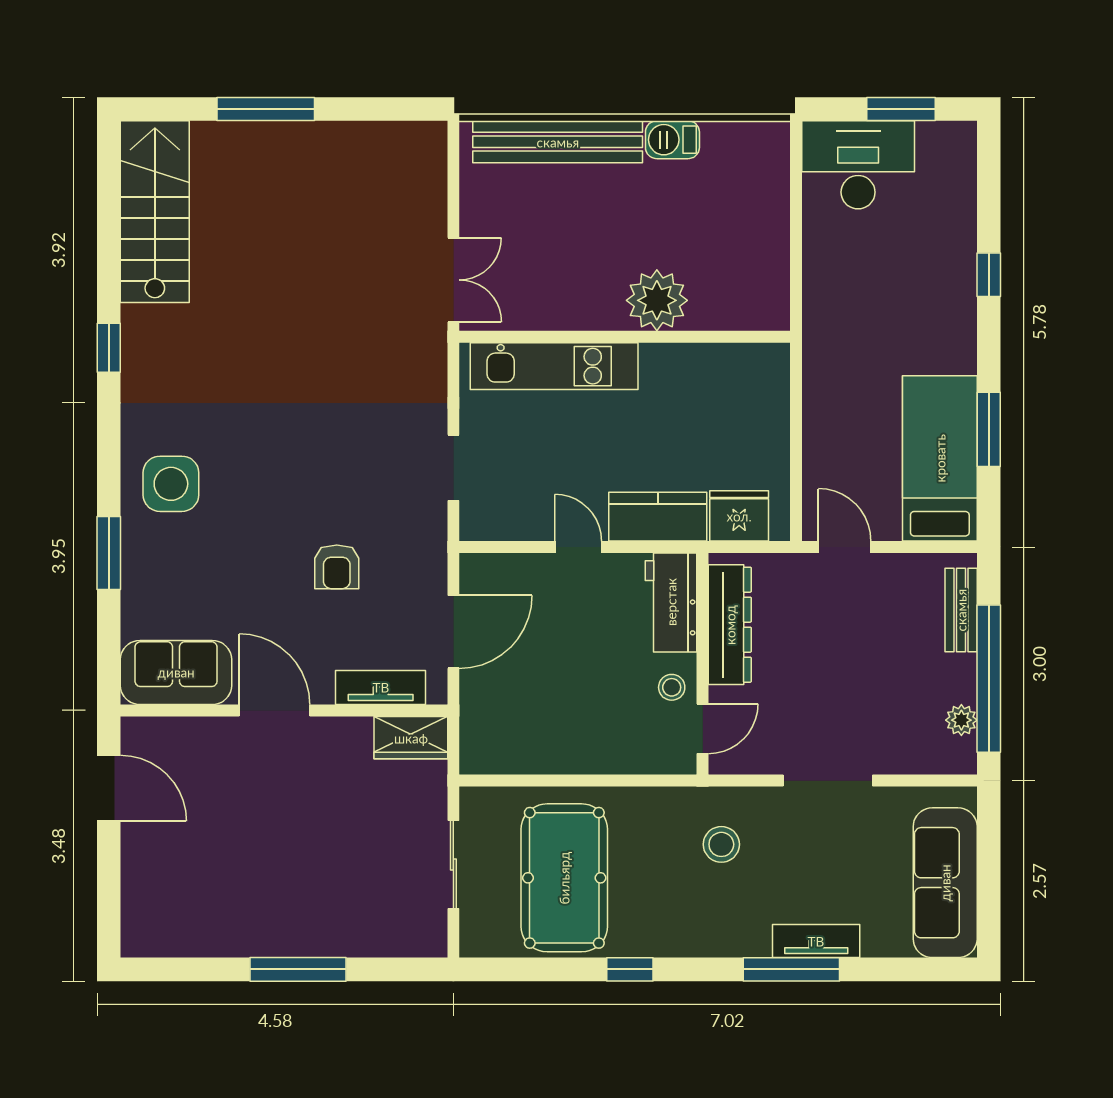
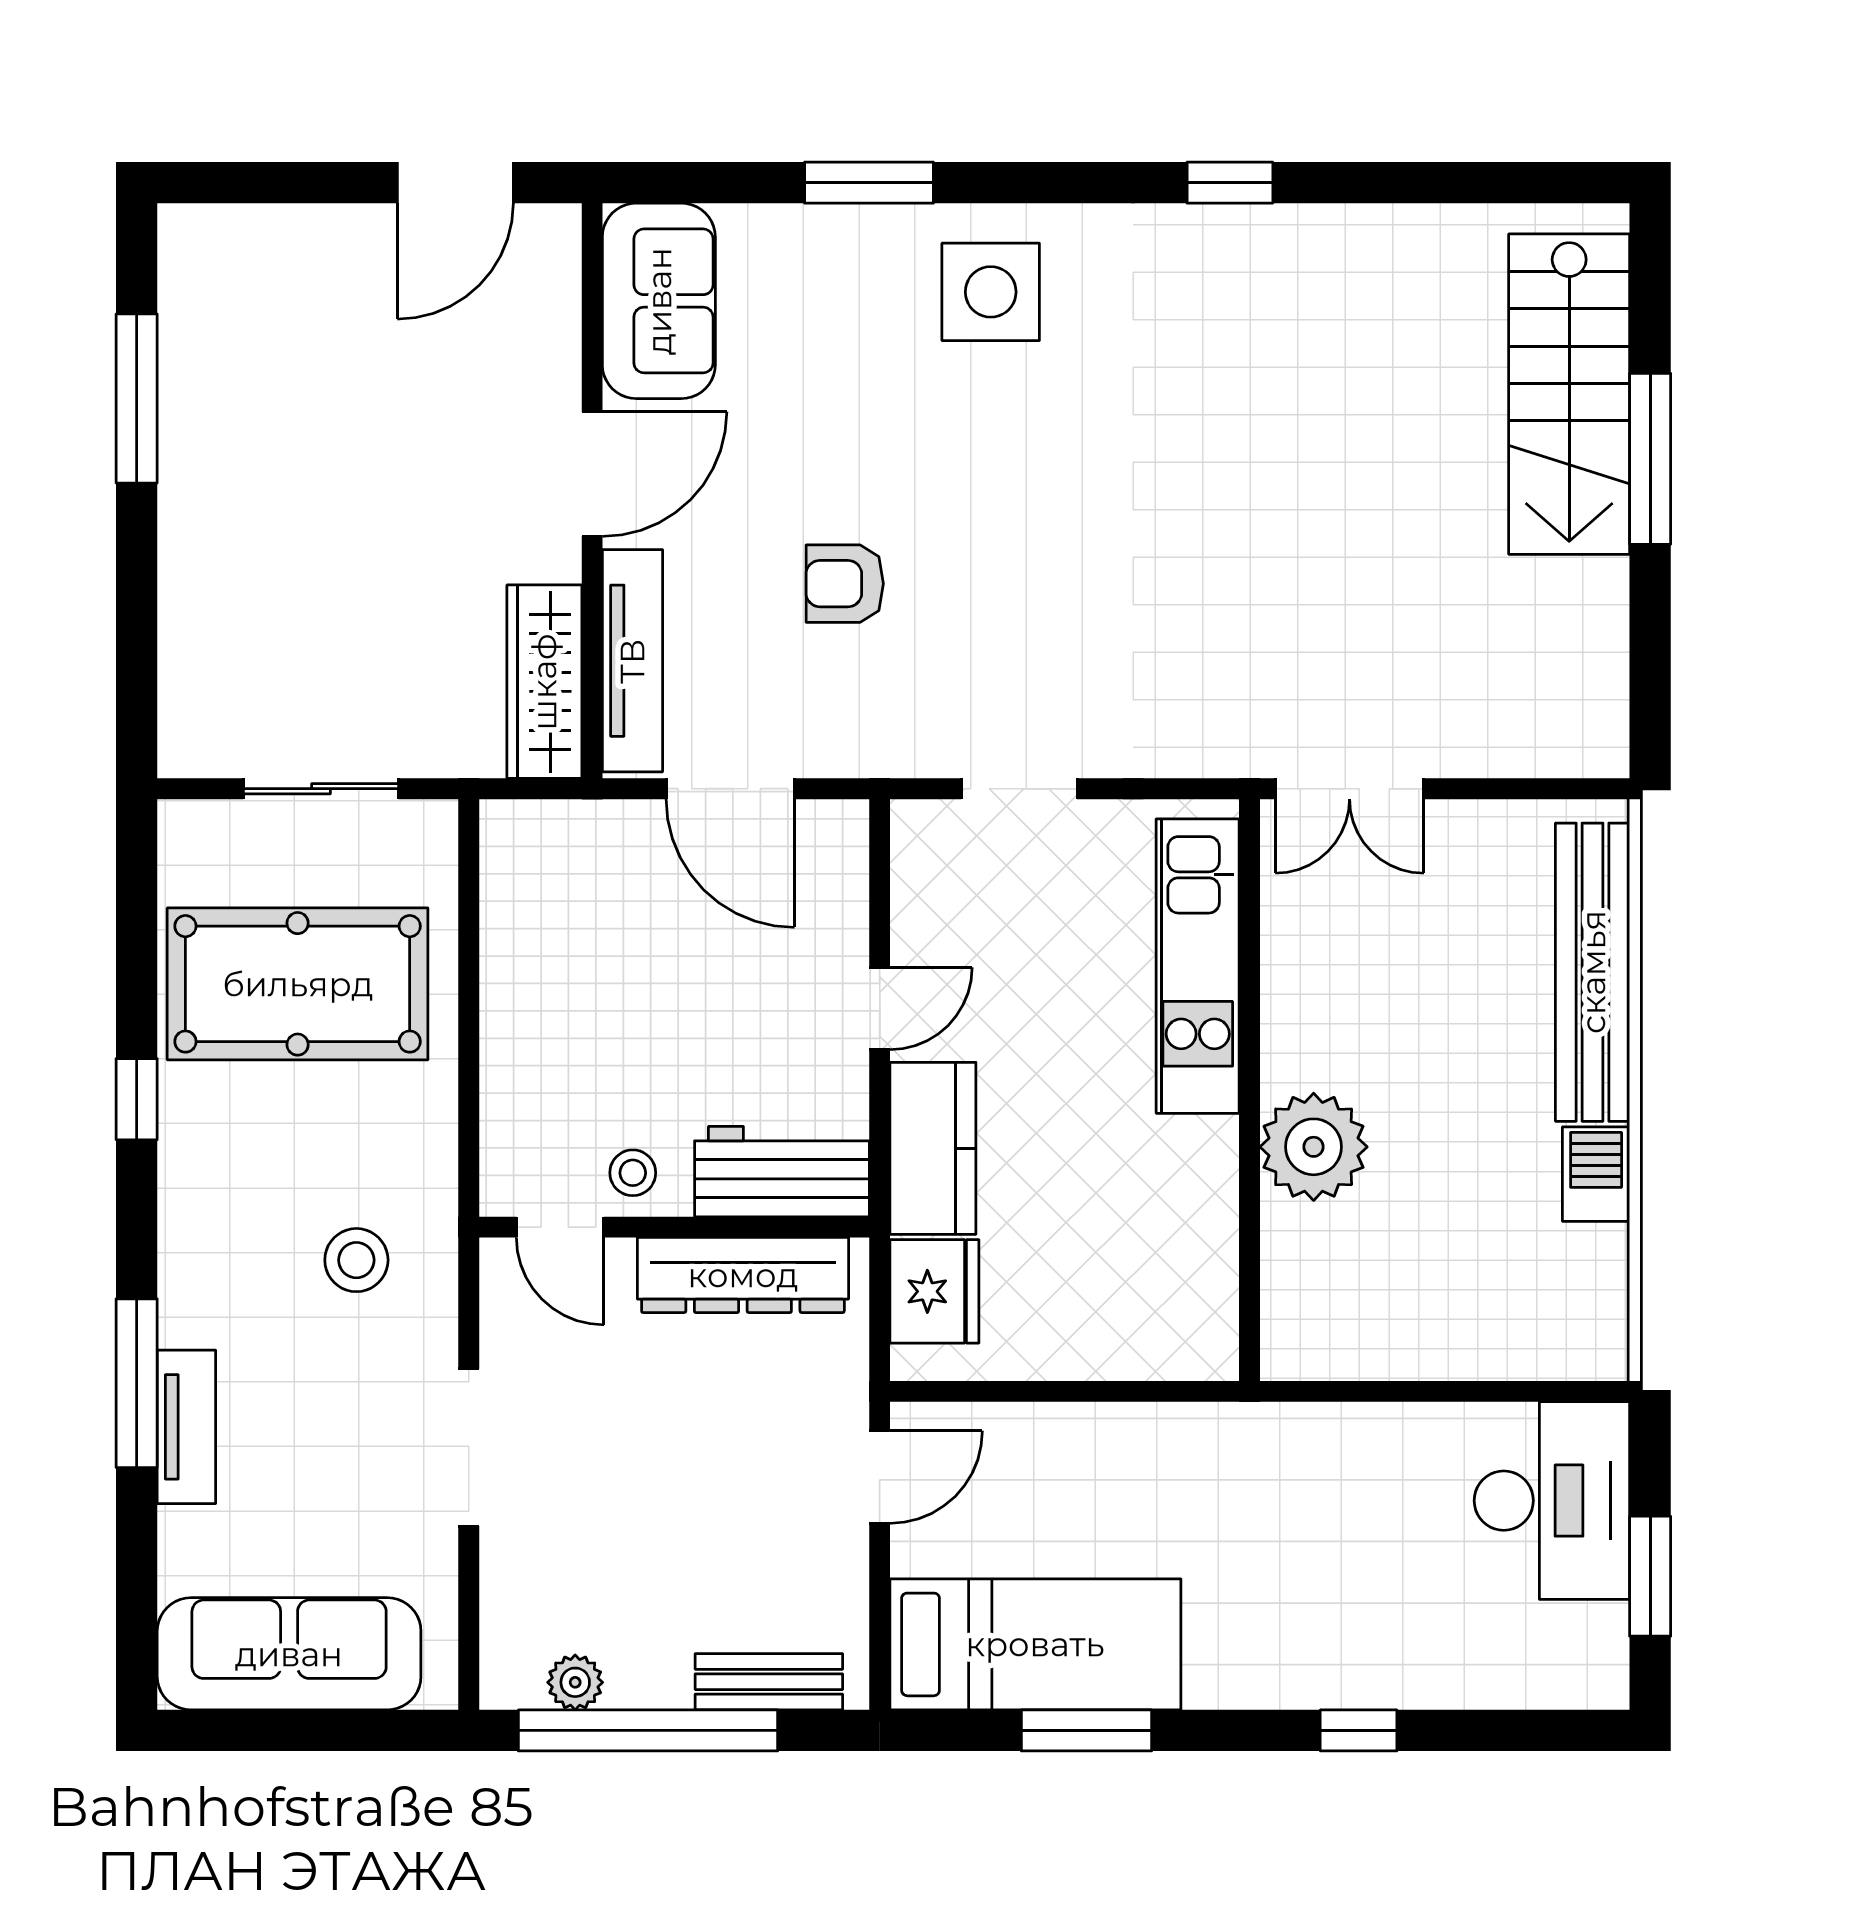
stairs: (155, 212) -> (1569, 394), moved, turned 90
tv unit: (381, 687) -> (632, 661), width x1.41
wardrobe: (411, 738) -> (544, 682), width x1.50
window: (298, 969) -> (137, 399), moved

